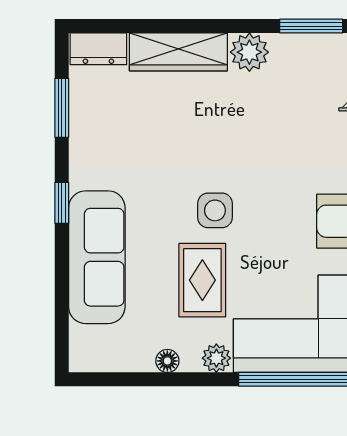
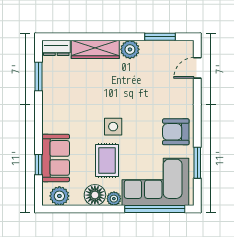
window: (62, 203) -> (38, 165), moved
sofa: (97, 257) -> (56, 158), width x0.73
plant: (105, 353) -> (59, 196), added
floor lamp: (167, 361) -> (95, 195), width x1.89, depth x1.89

